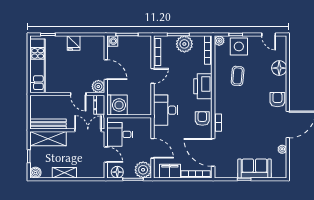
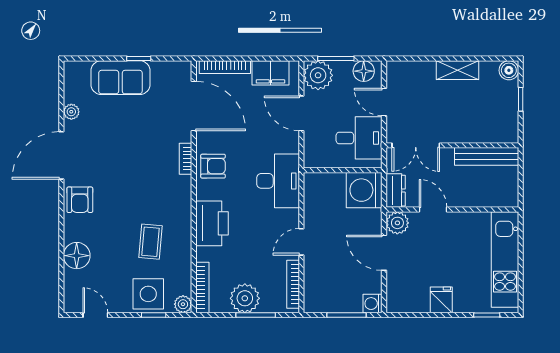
armchair: (202, 119) -> (213, 166), turned -90
shelving: (48, 139) -> (486, 130), removed

